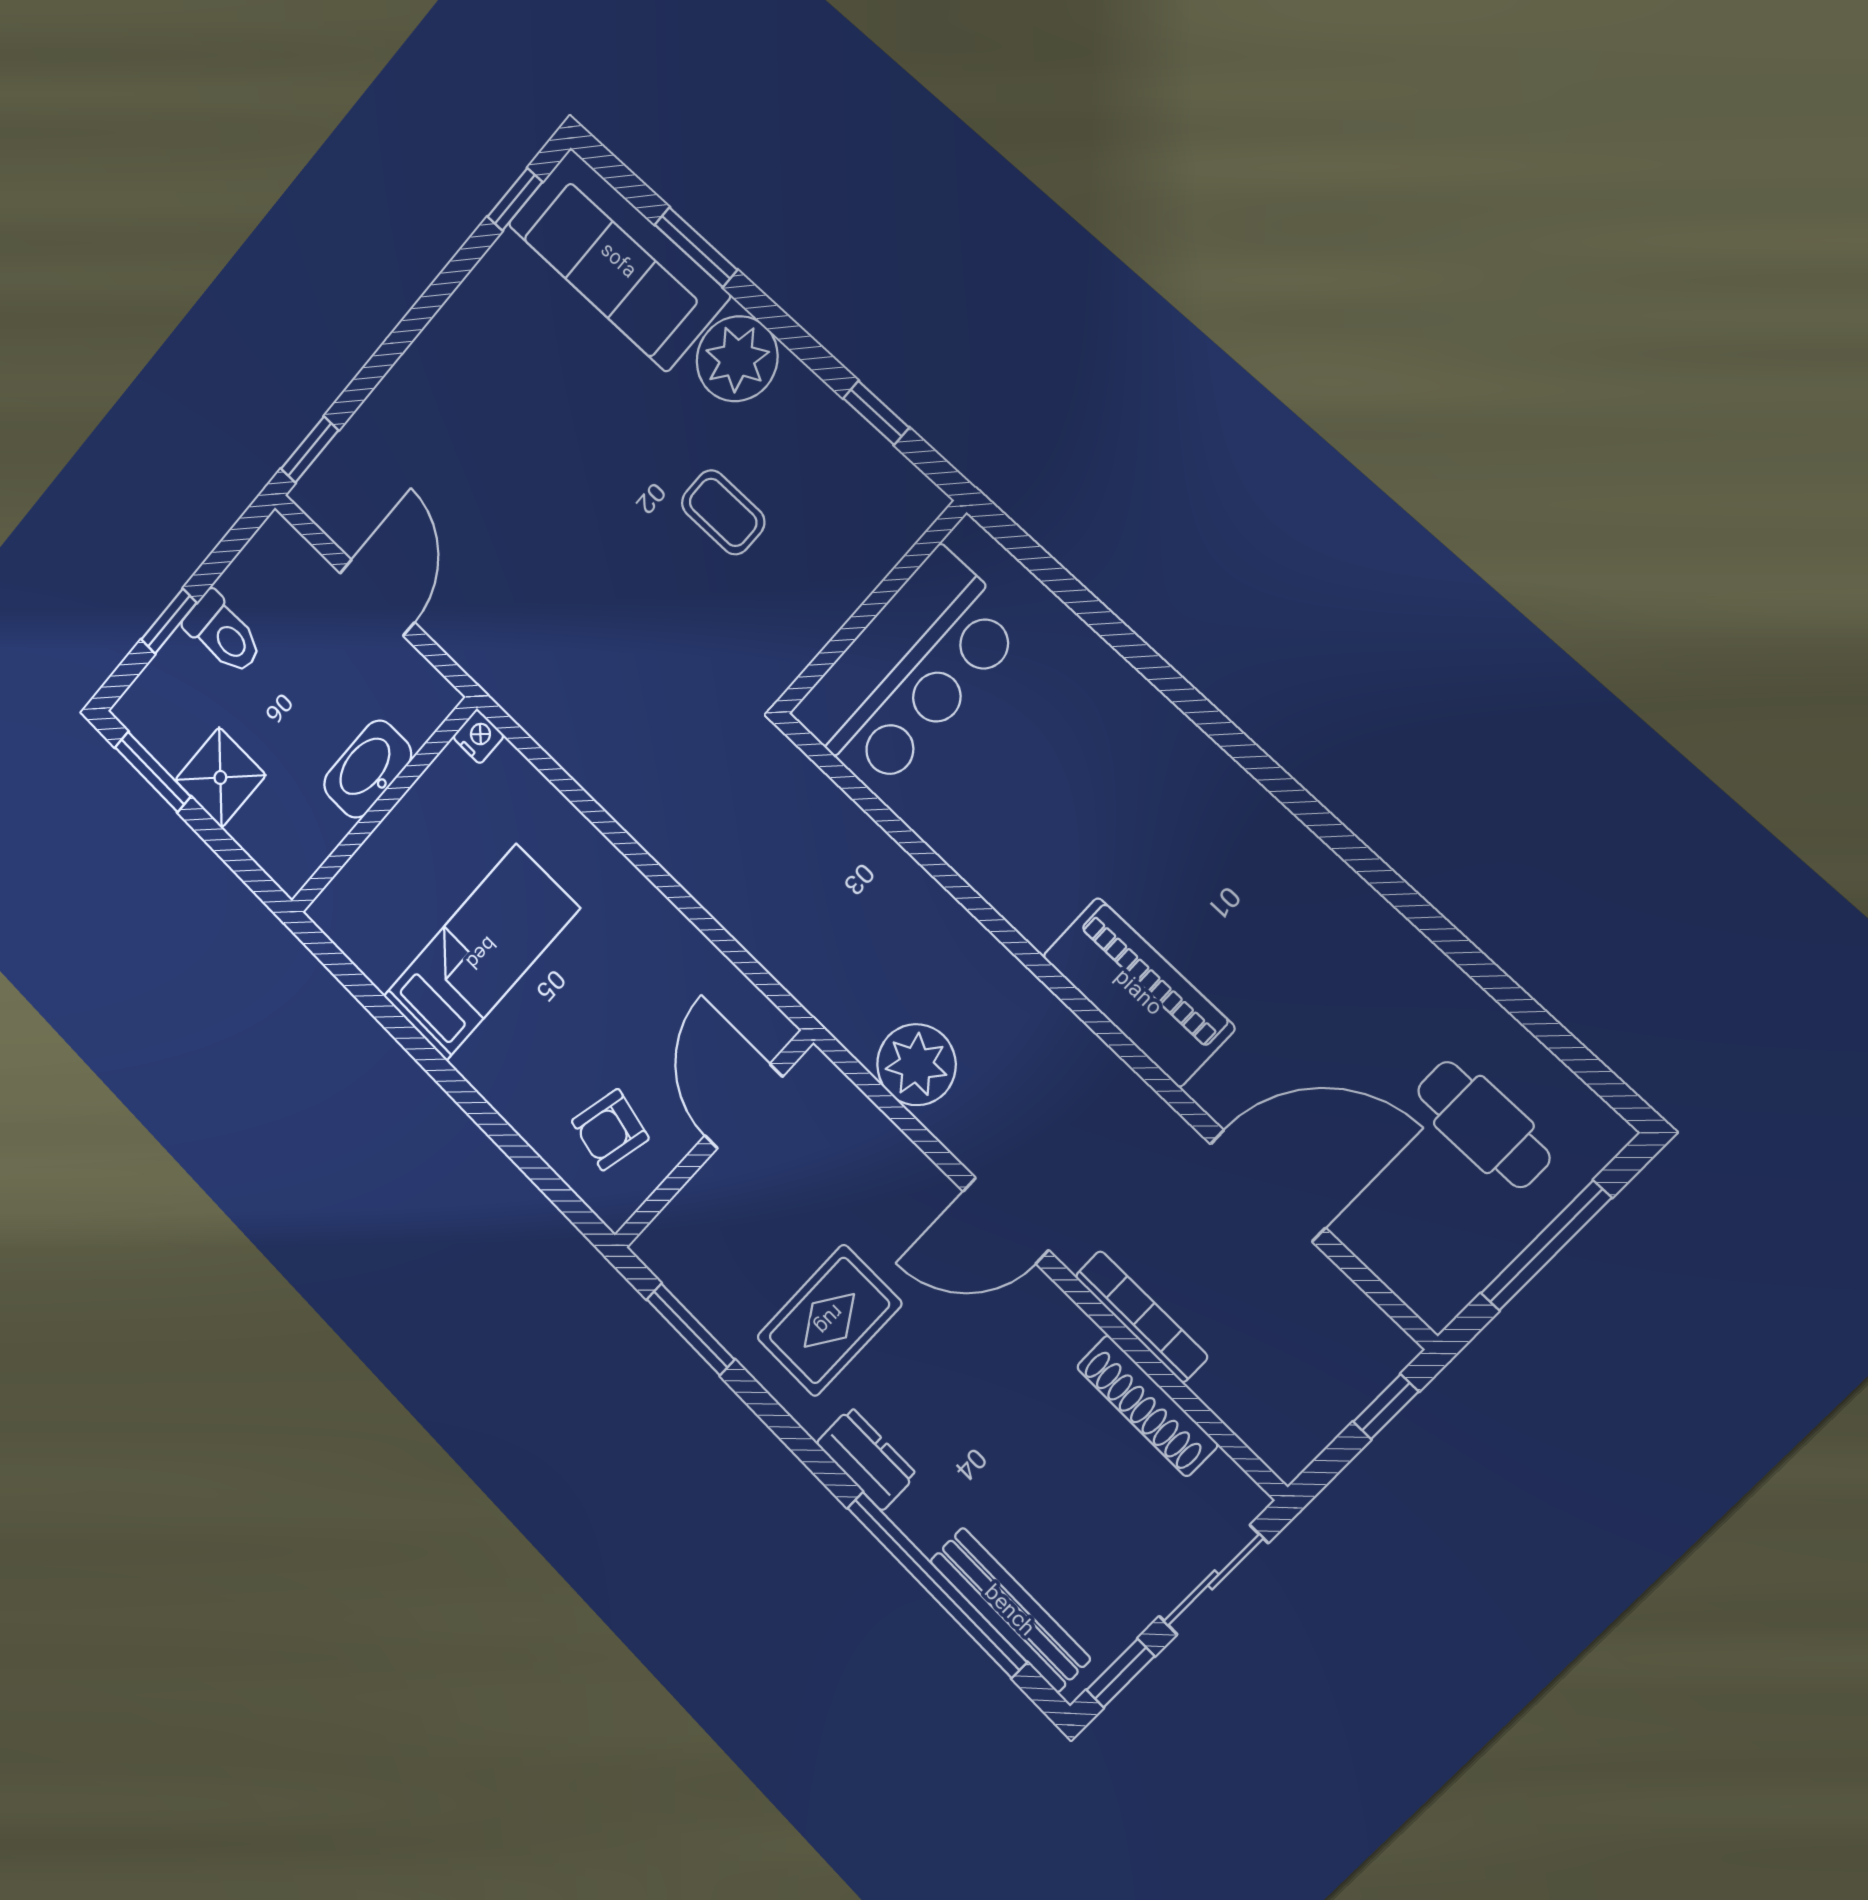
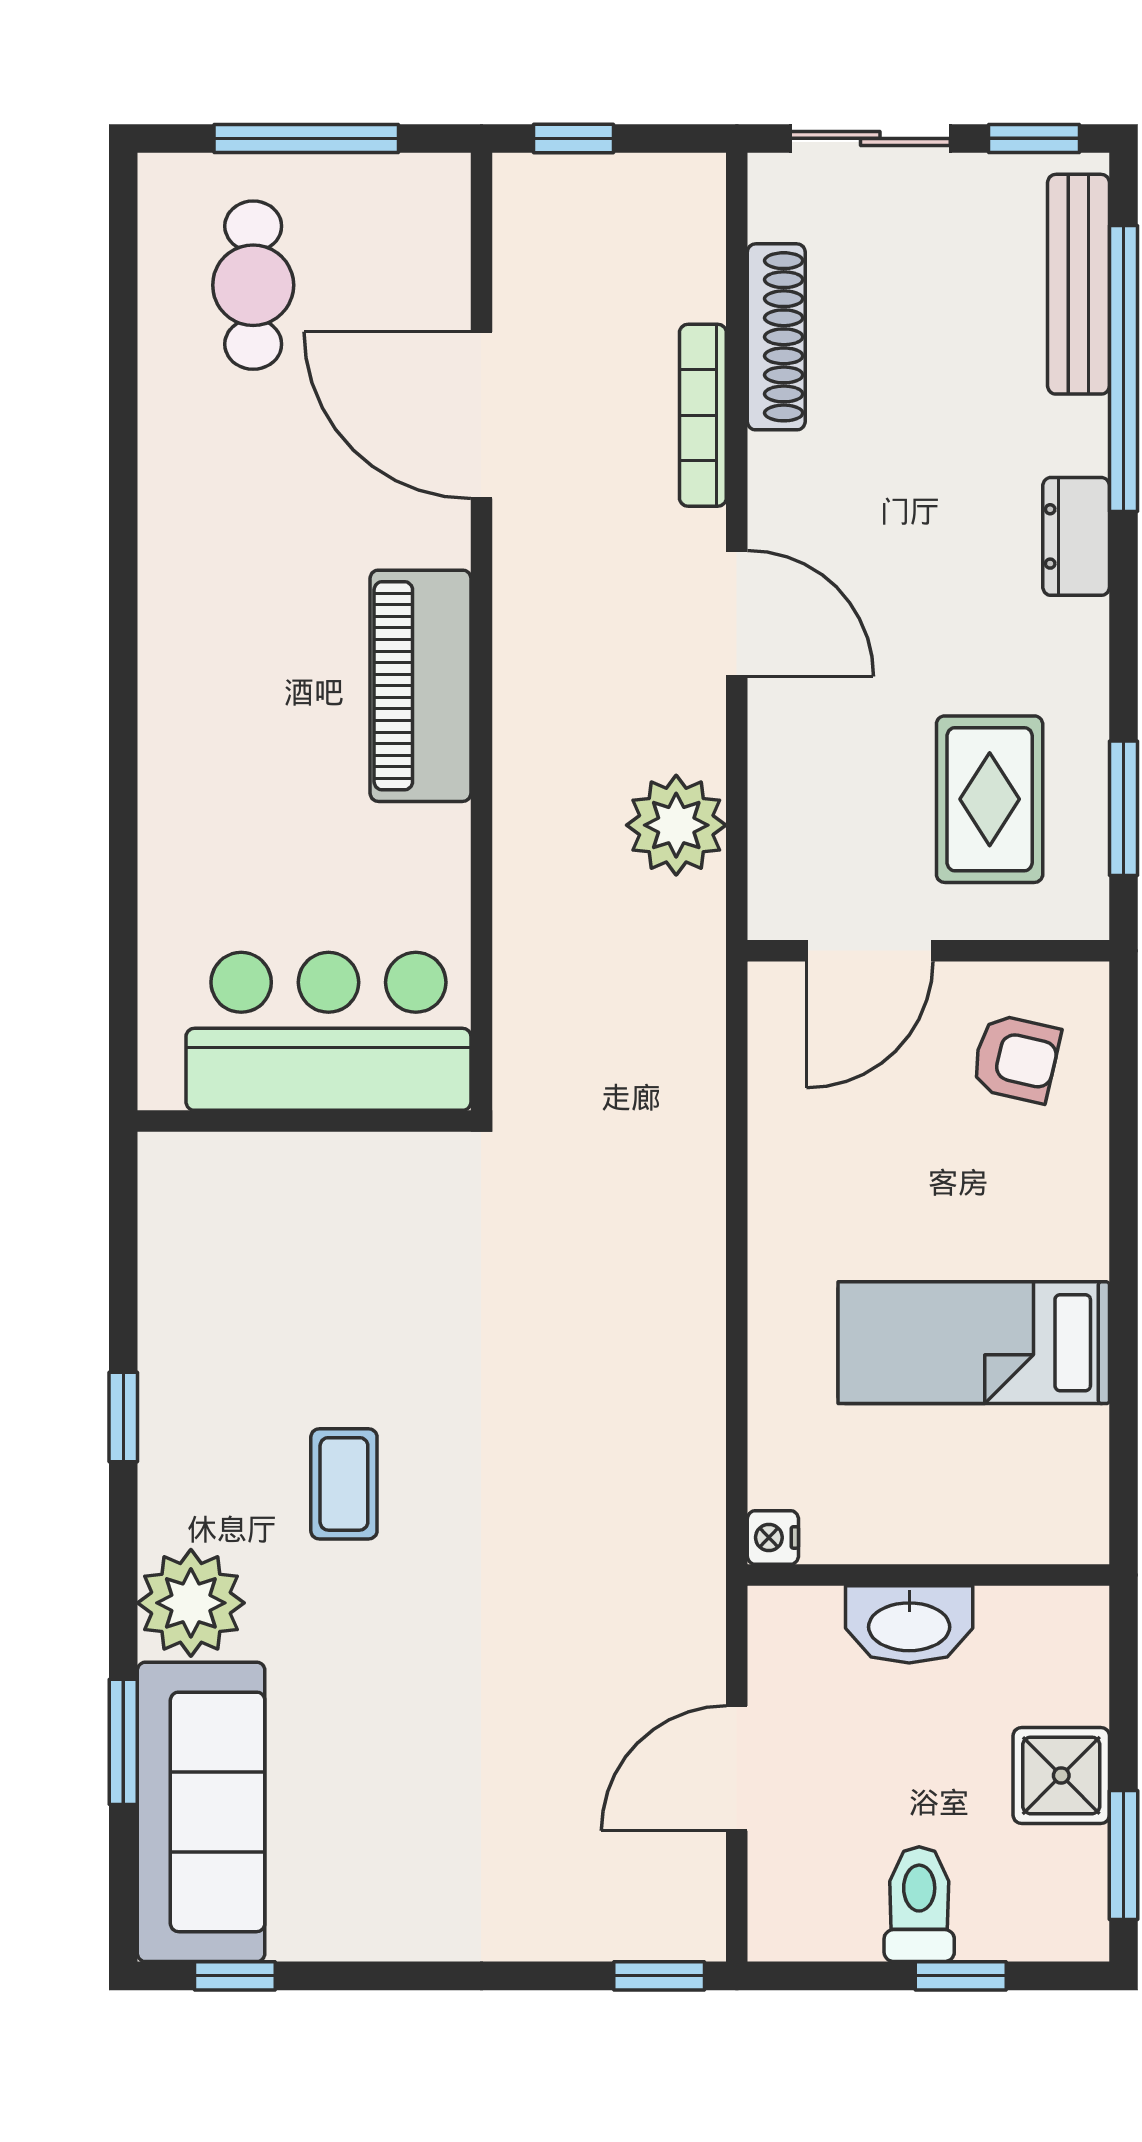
wall: (871, 608) -> (304, 1121), moved
bar counter: (909, 671) -> (328, 1031), moved
rug: (829, 1320) -> (990, 799), moved, turned 90

